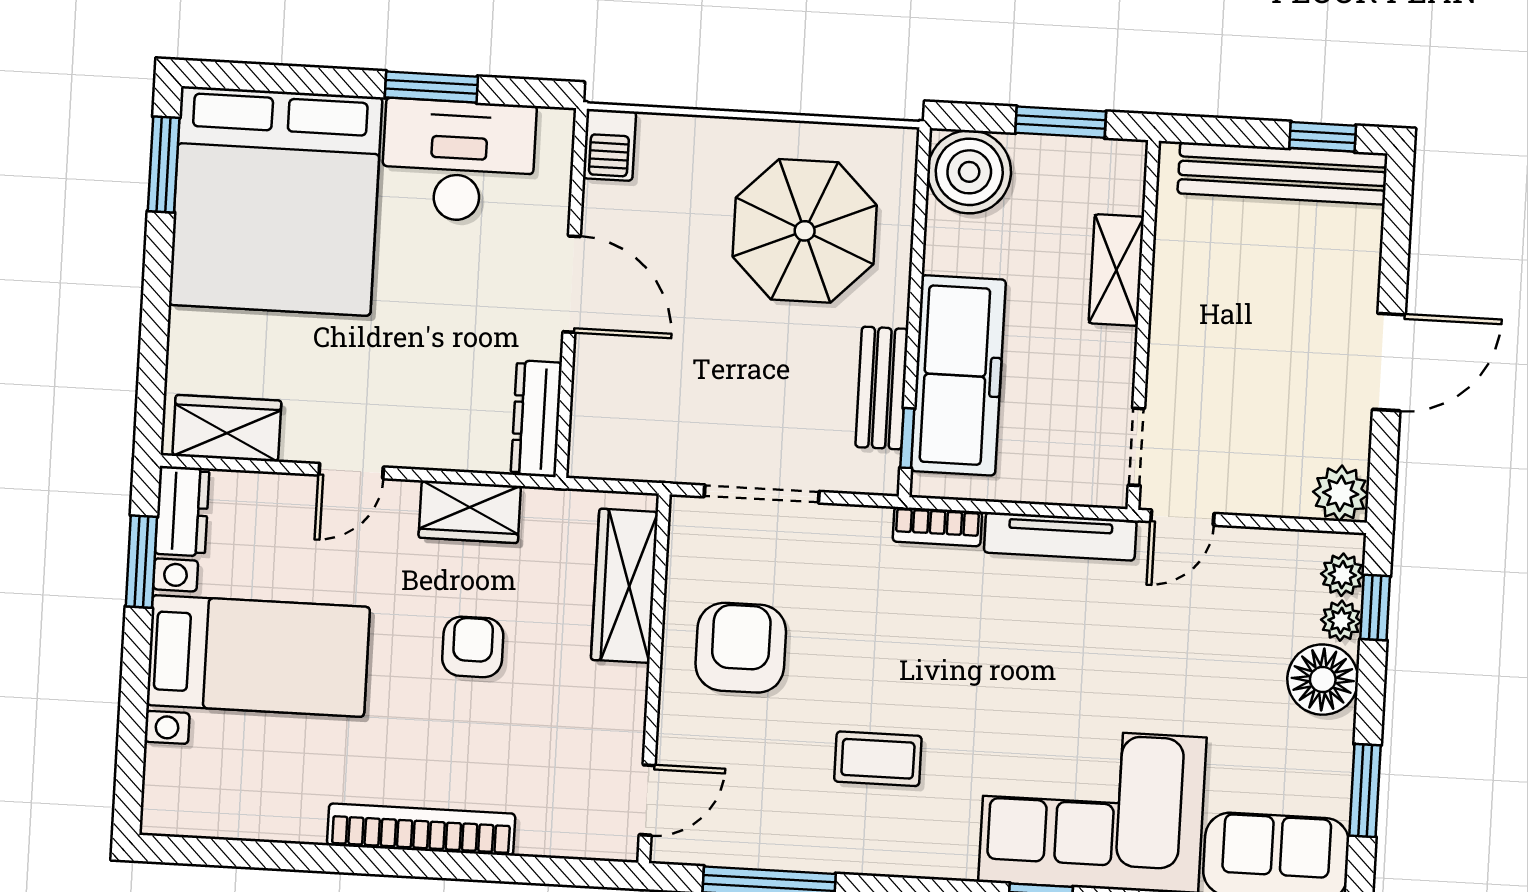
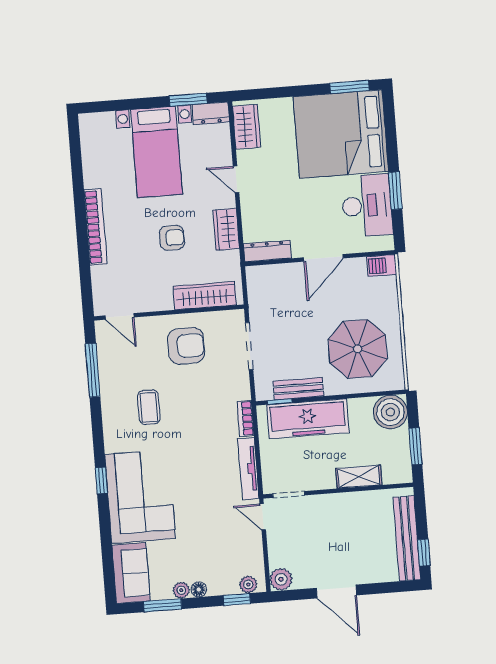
plant: (1341, 621) -> (181, 590), moved
floor lamp: (1323, 680) -> (199, 589), width x0.53, depth x0.53

